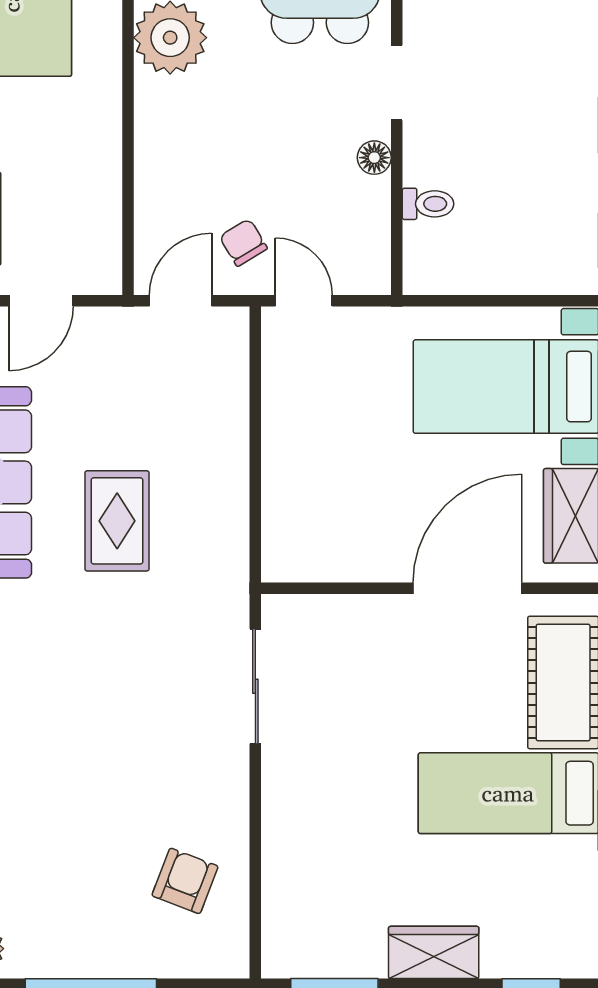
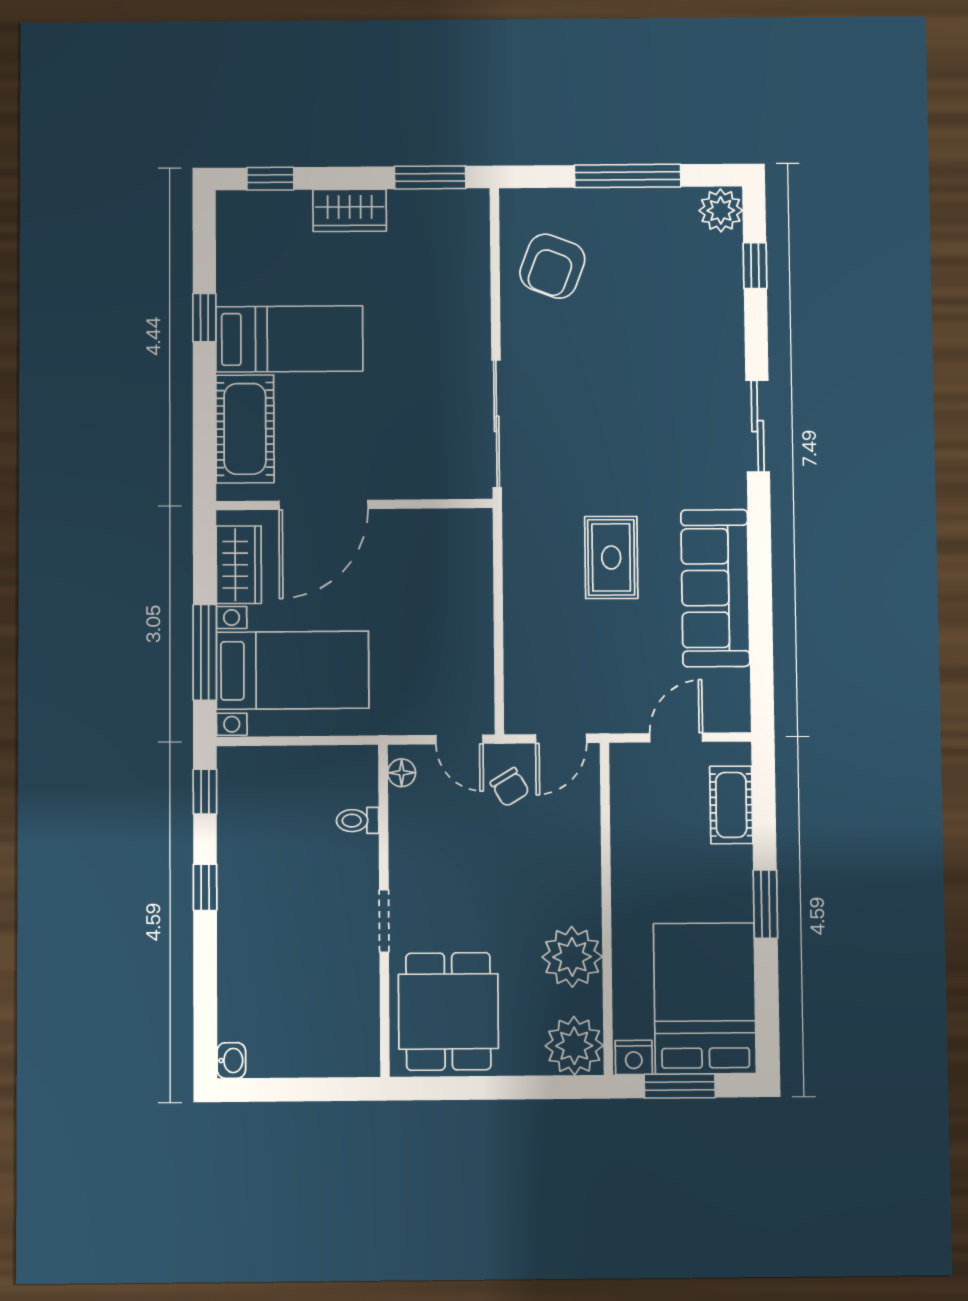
floor lamp: (374, 158) -> (402, 773), moved
sliding door: (255, 686) -> (497, 424), width x1.37
armchair: (185, 881) -> (552, 266), width x1.38, depth x1.38

